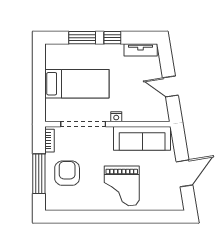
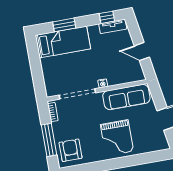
window: (112, 38) -> (107, 17), moved
bed: (77, 84) -> (63, 42), moved
armchair: (67, 173) -> (71, 150), moved

